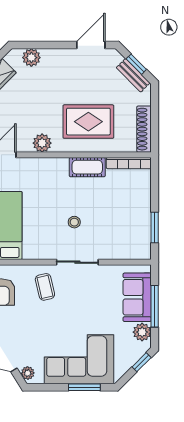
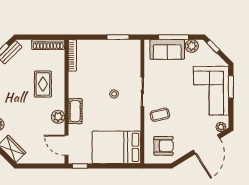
rug: (88, 122) -> (43, 84), width x0.73, depth x0.70
cot: (87, 167) -> (75, 111), moved

